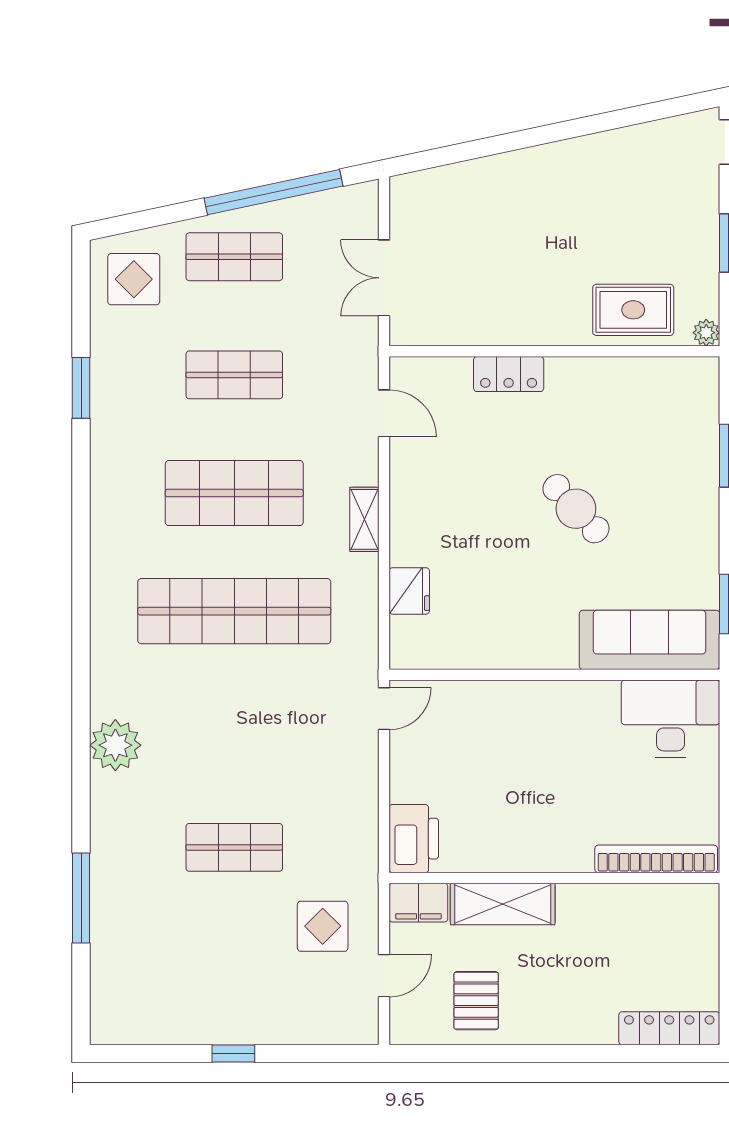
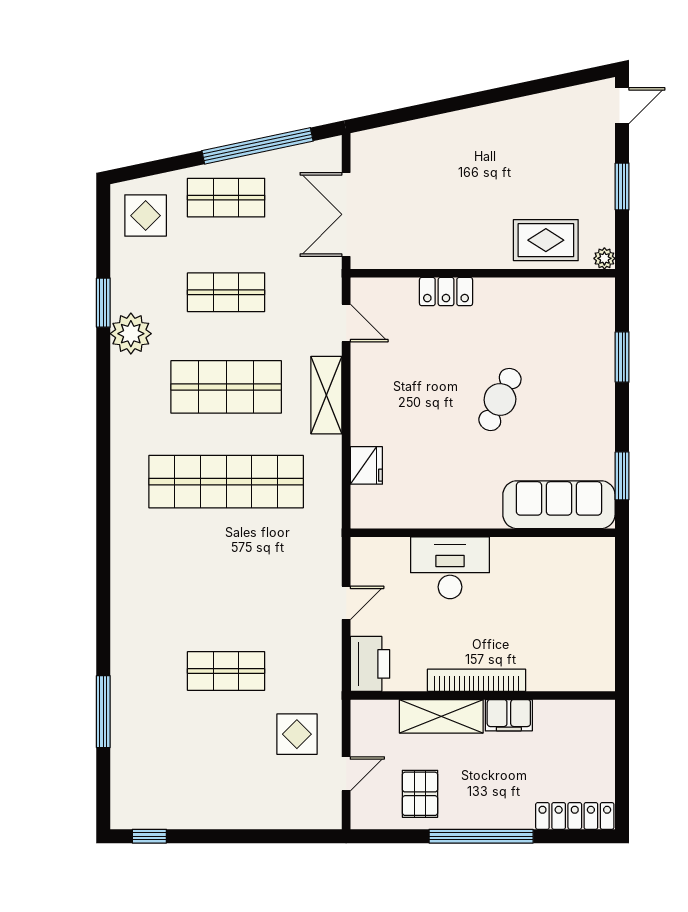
double door: (384, 278) -> (346, 214), width x1.37
cafe table: (576, 509) -> (500, 399), turned 69
shelving: (364, 519) -> (326, 395), width x1.50, depth x1.33
door: (384, 709) -> (346, 603), moved
desk: (670, 719) -> (450, 568), moved
plant: (115, 745) -> (131, 334), moved
bookcase: (656, 859) -> (476, 680), moved
filing cabinet: (418, 903) -> (509, 715), moved
window: (233, 1054) -> (149, 836), moved
window: (552, 1054) -> (481, 836), added

